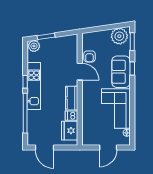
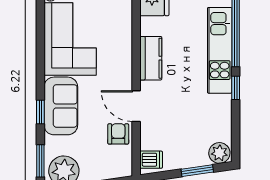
kitchen unit: (34, 86) -> (220, 50), moved
dishwasher: (71, 116) -> (151, 160), moved

